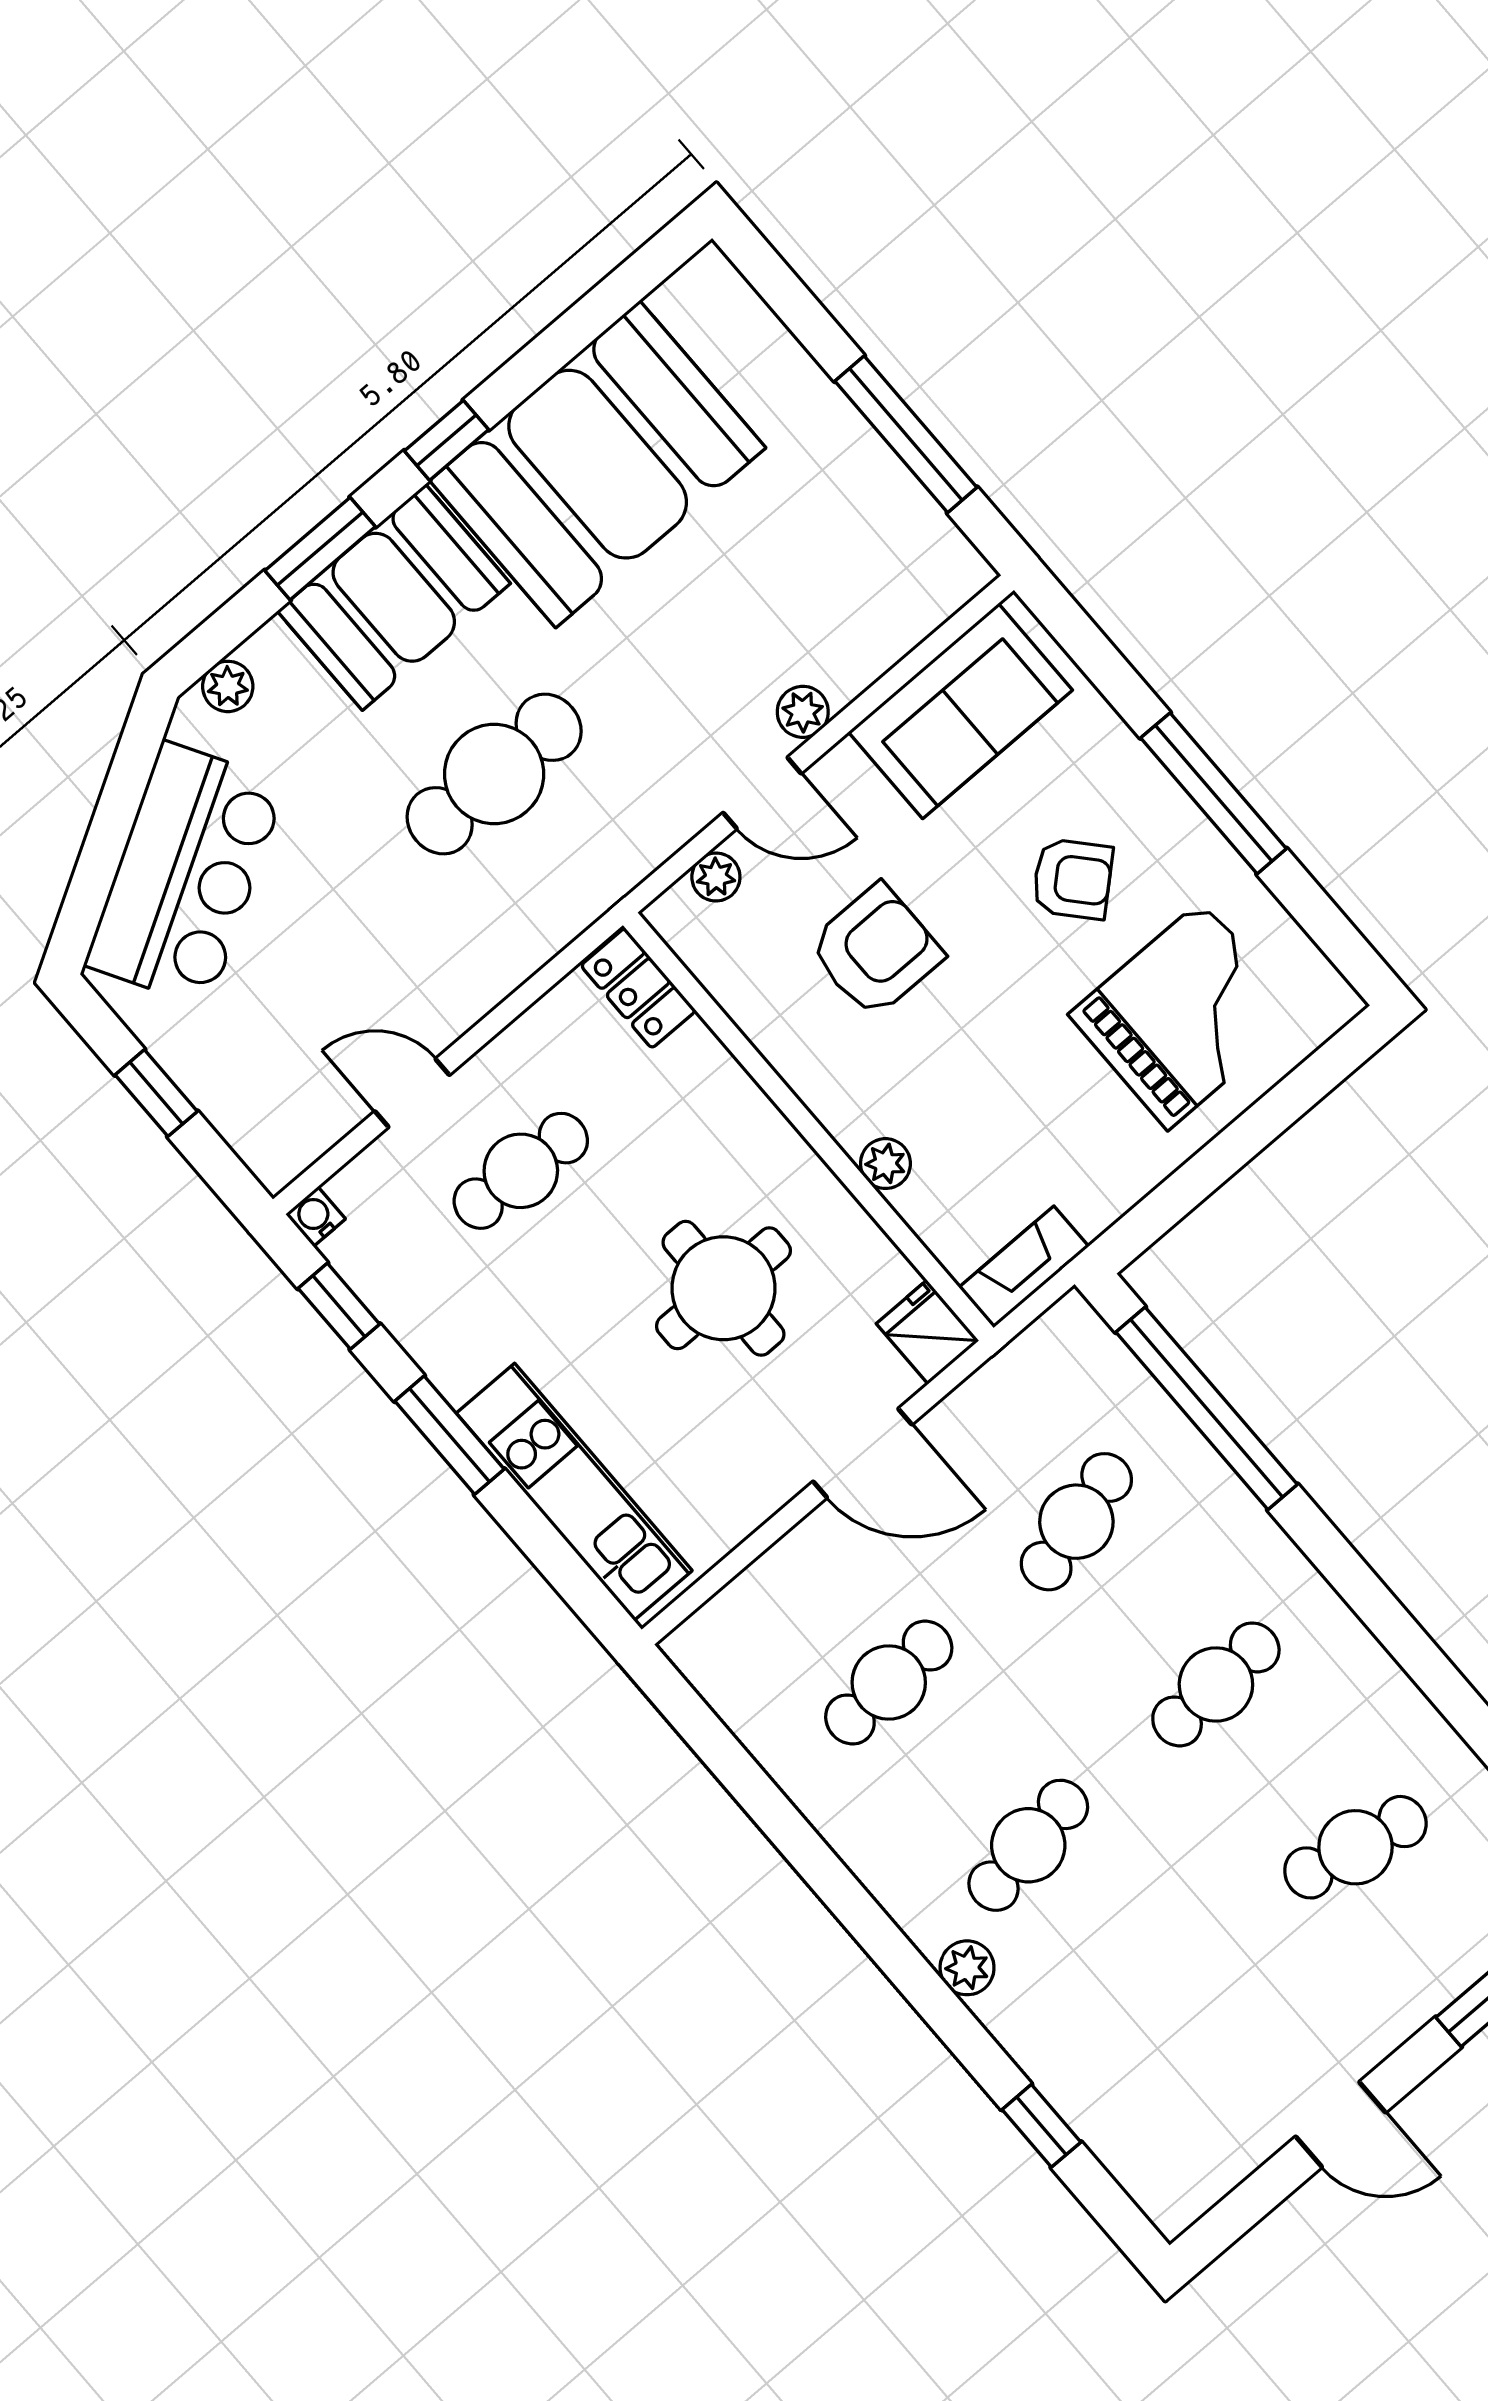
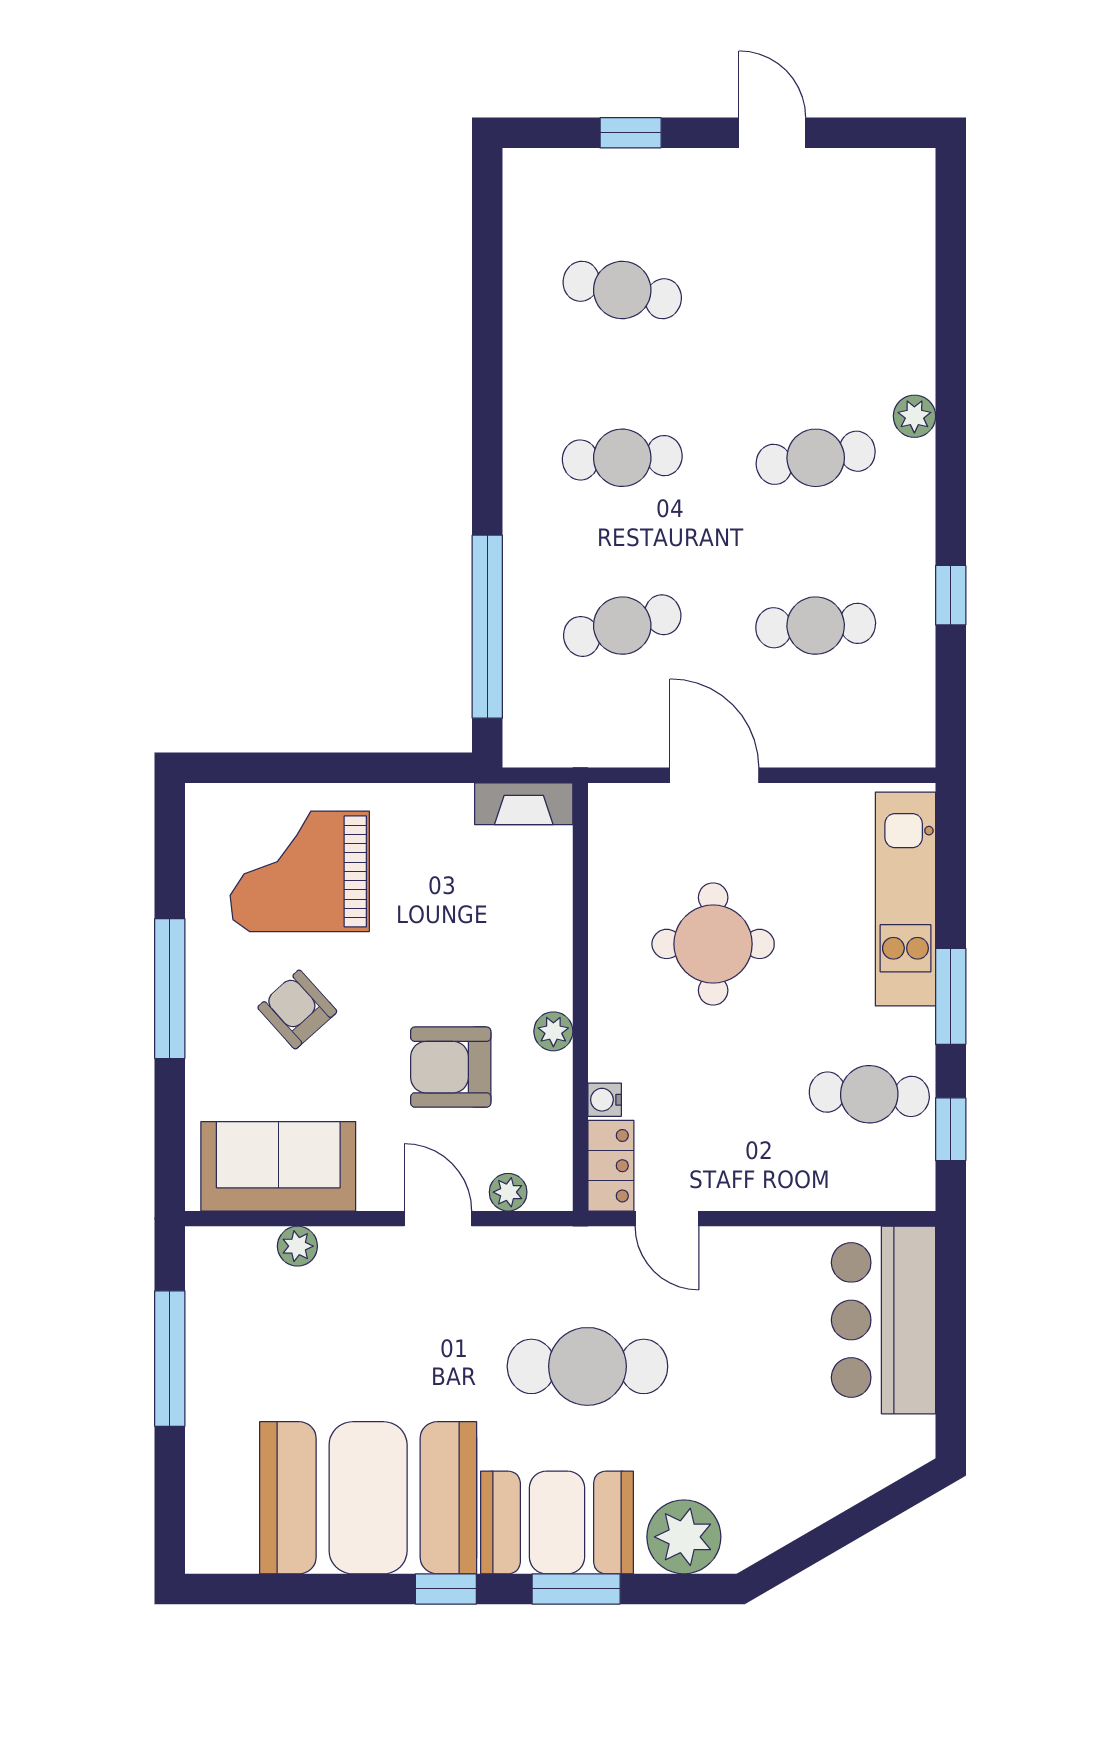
plant: (228, 686) -> (684, 1537), width x1.88, depth x1.88
plant: (803, 712) -> (297, 1246), moved
bar counter: (186, 874) -> (883, 1320), moved, turned -60
window: (156, 1093) -> (951, 1349), removed
door: (412, 1093) -> (667, 1219), moved
plant: (885, 1164) -> (553, 1031), moved
cafe table: (521, 1171) -> (869, 1094), moved
water cooler: (316, 1217) -> (605, 1100), moved, turned 90
fridge: (928, 1332) -> (614, 814), removed
window: (1041, 2126) -> (951, 595), moved

